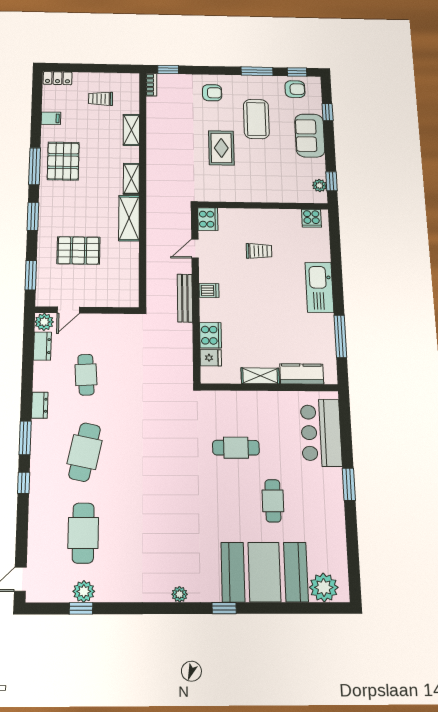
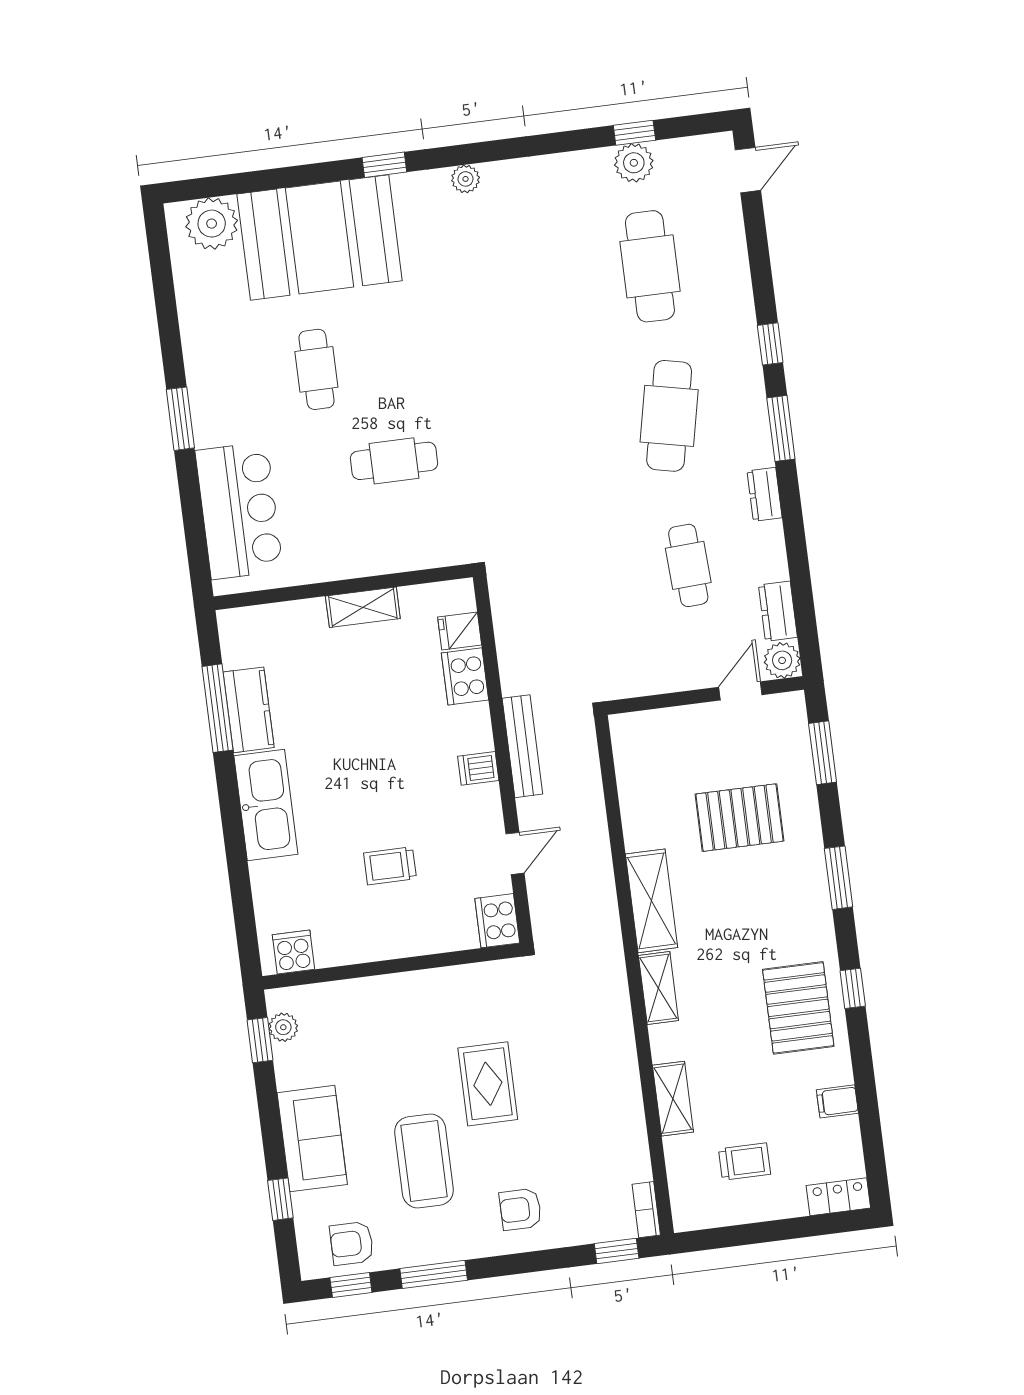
window: (35, 166) -> (853, 988), width x0.46
kitchen counter: (302, 374) -> (249, 710), moved, turned -90

